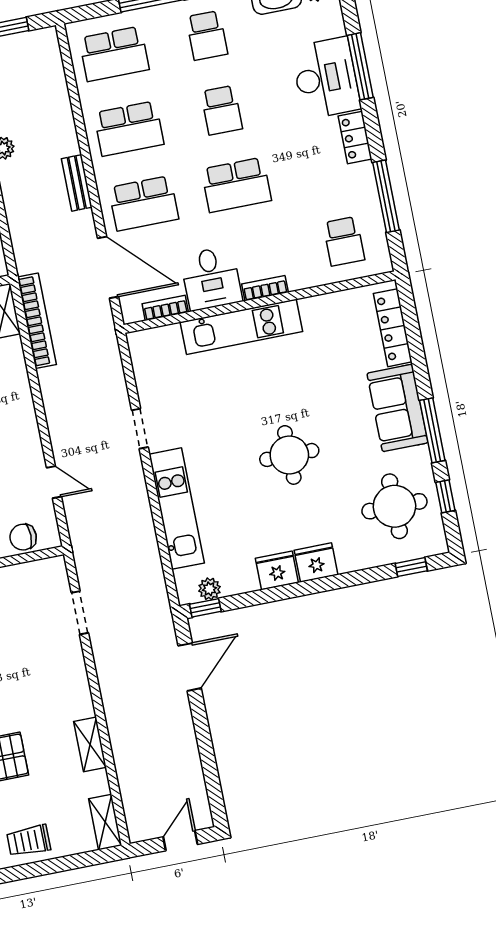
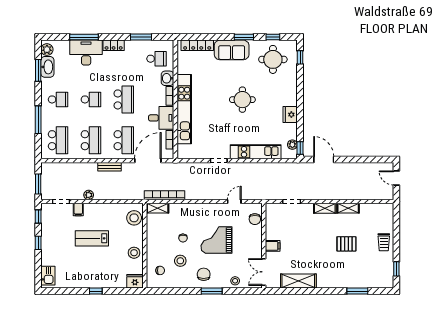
window: (386, 196) -> (141, 37), width x0.69
washbasin: (304, 275) -> (167, 78), added
kitchen unit: (241, 327) -> (184, 109), width x1.36
window: (432, 430) -> (244, 37), width x0.69
fridge: (316, 562) -> (290, 97), removed
shelving: (105, 822) -> (325, 208), moved

